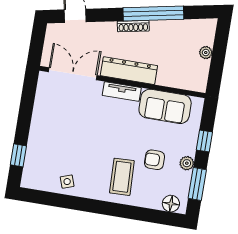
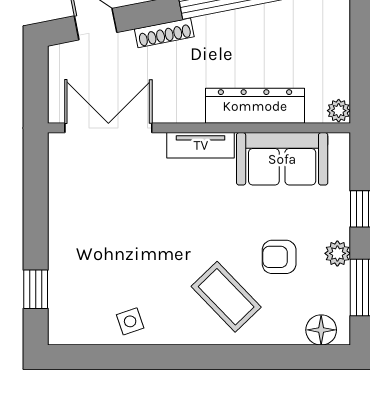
shoe rack: (133, 26) -> (164, 33), moved
plant: (206, 53) -> (339, 111), moved
dresser: (129, 71) -> (255, 106), moved
coffee table: (122, 177) -> (226, 297), turned -42

